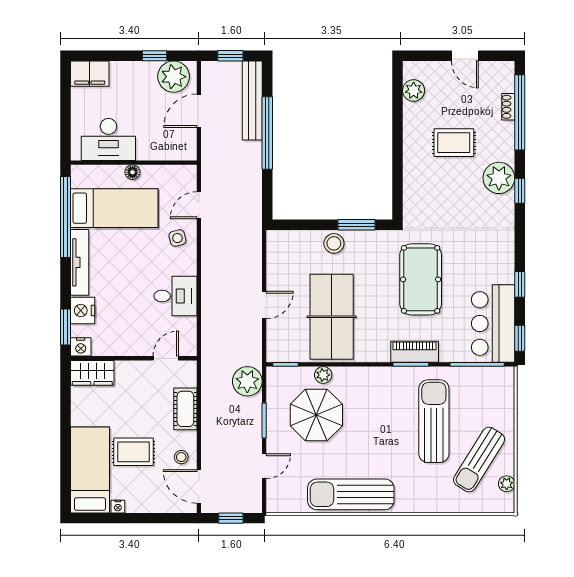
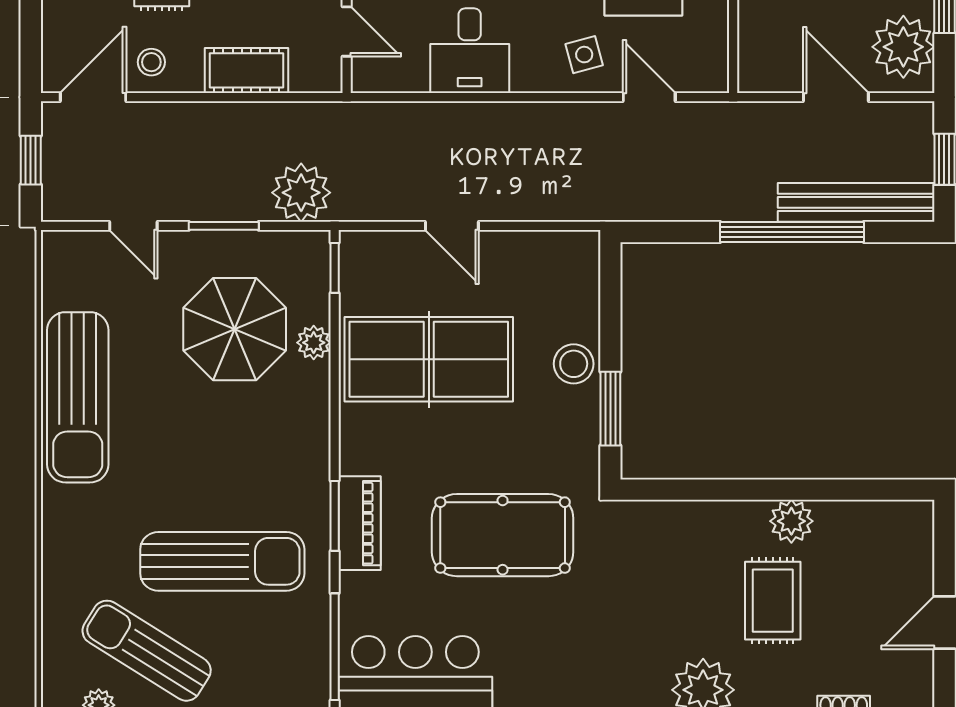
plant: (414, 91) -> (791, 521), moved
sun lounger: (351, 494) -> (78, 397), turned 180

